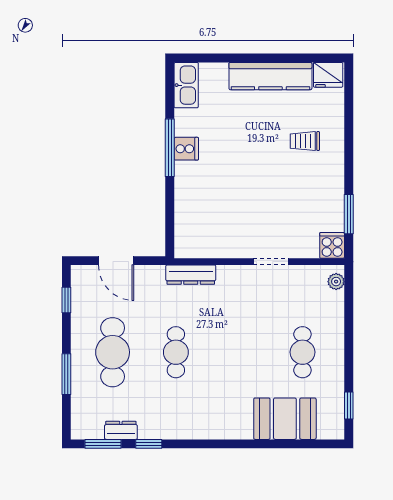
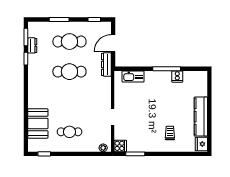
kitchen sink: (186, 85) -> (133, 77), moved
cooker: (186, 149) -> (177, 77), moved
dresser: (191, 275) -> (106, 64), moved
cafe table: (176, 352) -> (69, 72), width x1.37, depth x1.35

